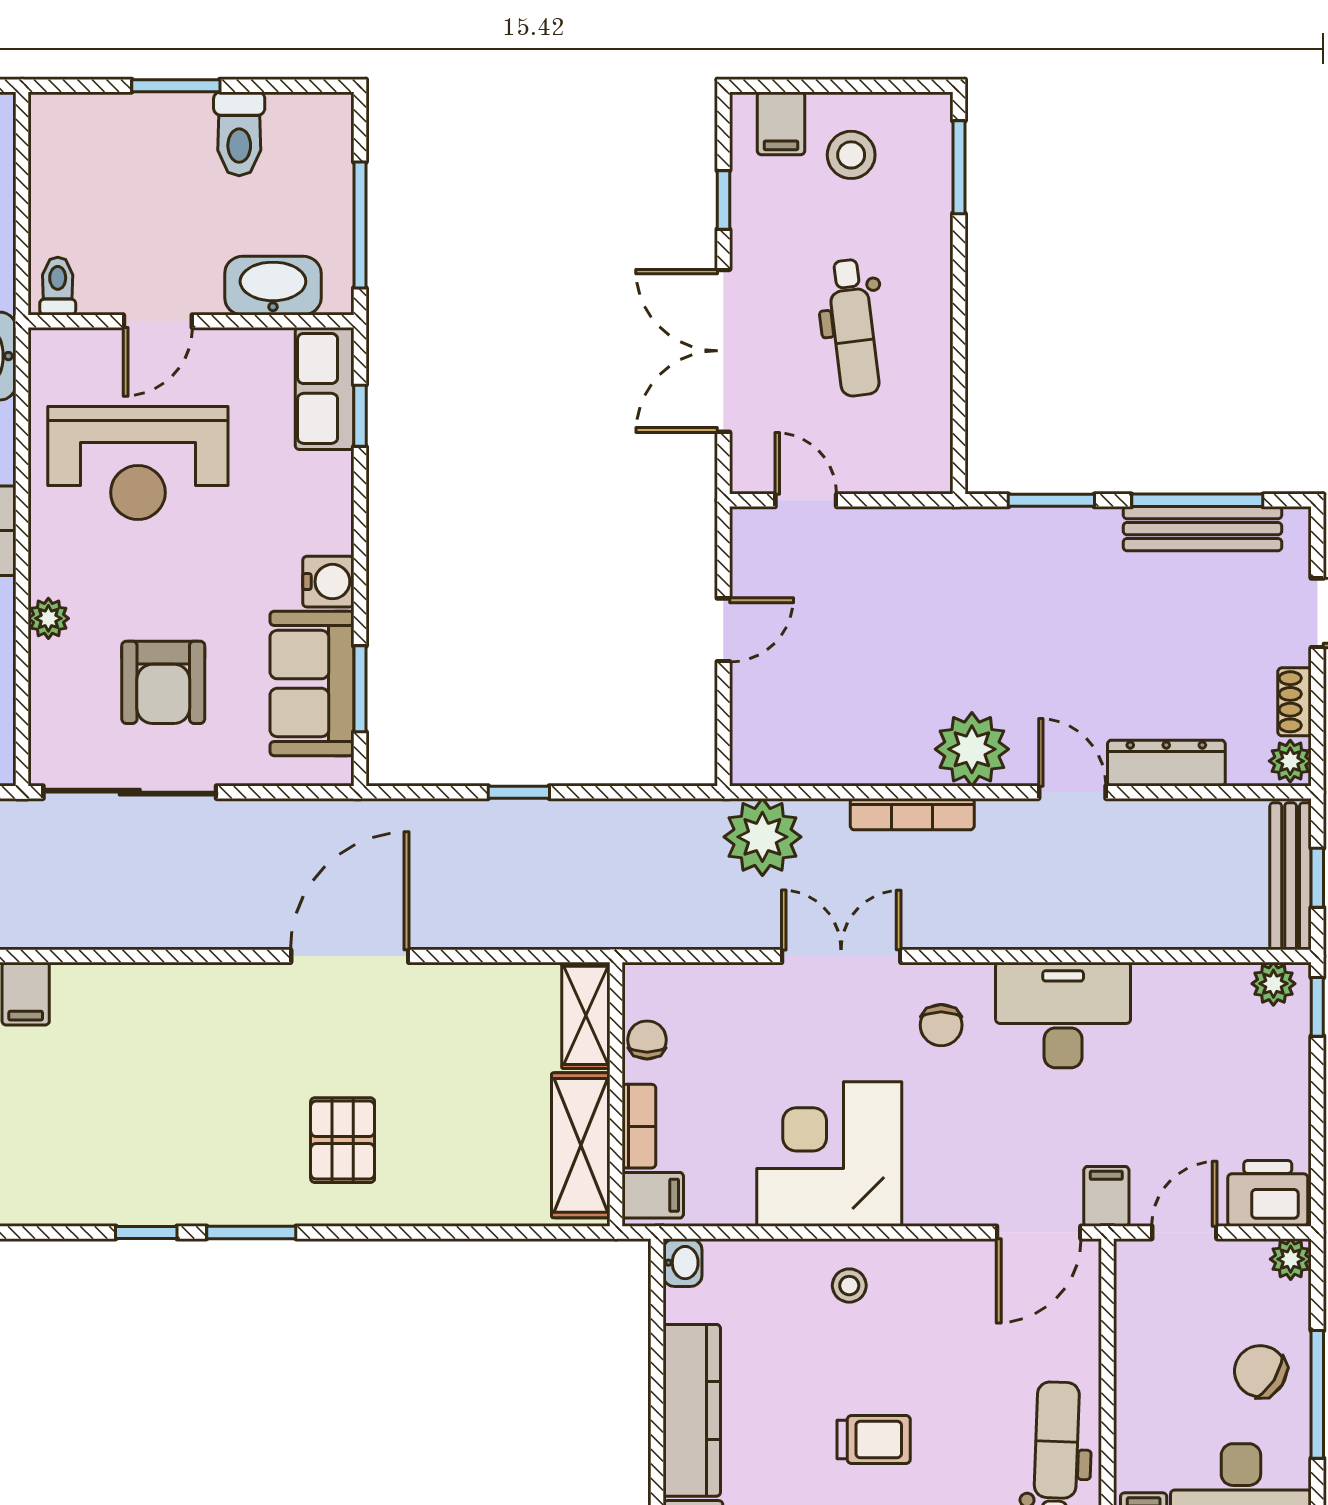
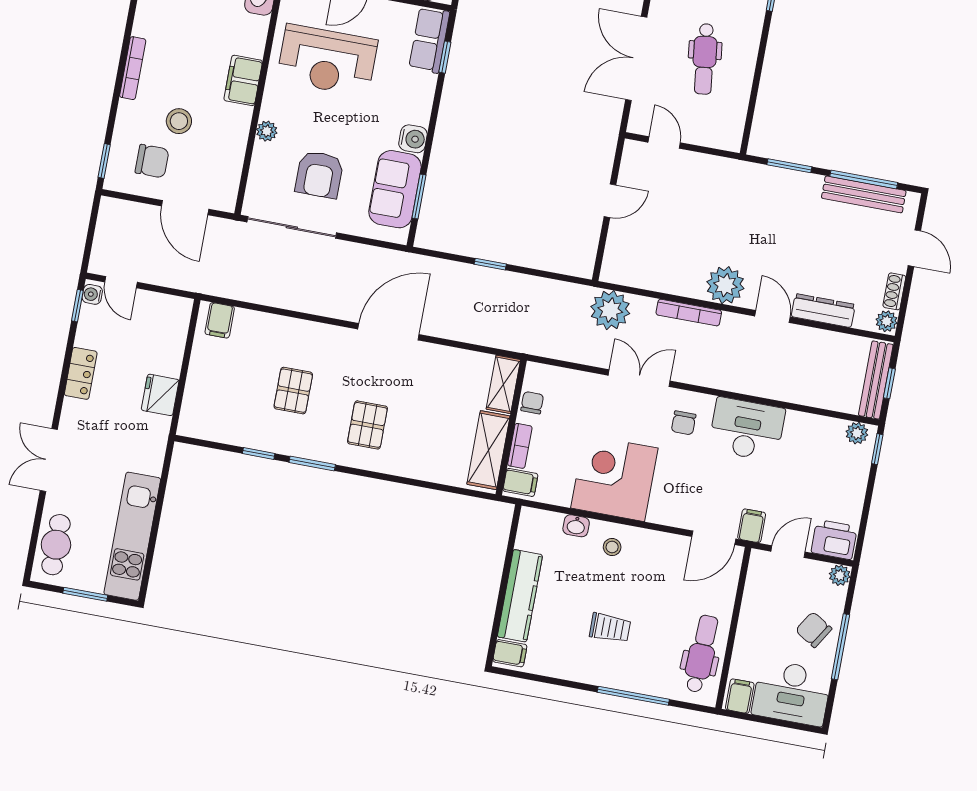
pallet: (190, 1101) -> (293, 391), added
washbasin: (682, 1263) -> (576, 526), moved, turned 90

